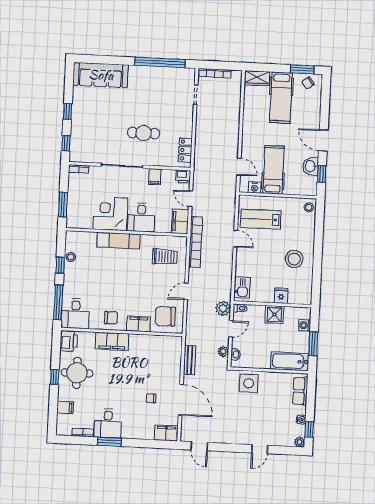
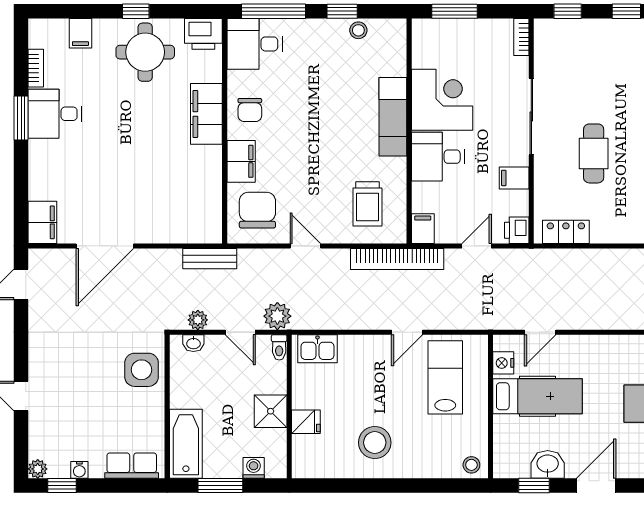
filing cabinet: (180, 221) -> (423, 229), width x0.50
bench: (190, 360) -> (210, 259), moved
chair: (151, 398) -> (105, 191), removed

